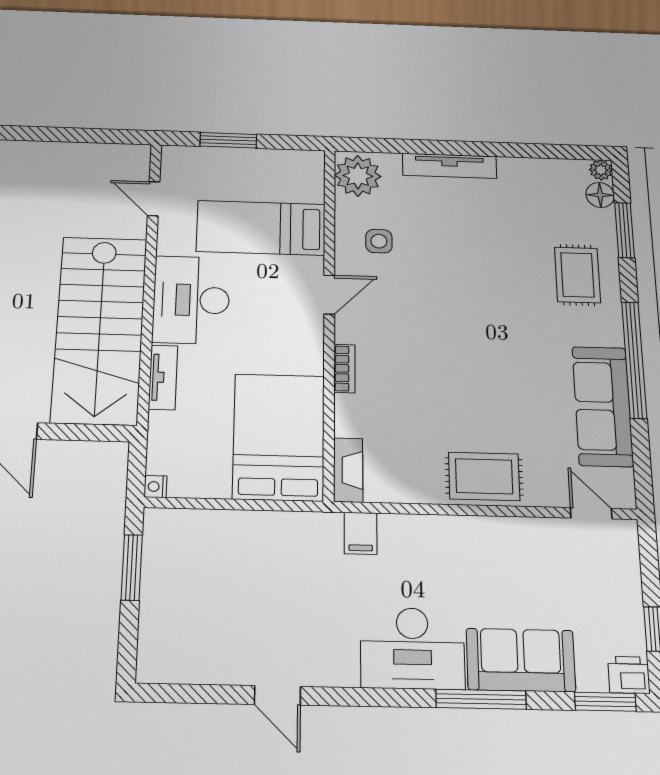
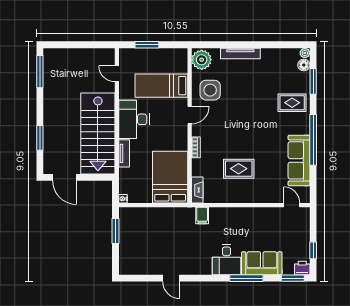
side table: (379, 241) -> (210, 90), width x1.87, depth x1.87
rug: (577, 275) -> (292, 103), turned 90
rug: (484, 476) -> (239, 169), moved
desk: (412, 648) -> (226, 260), width x0.73

